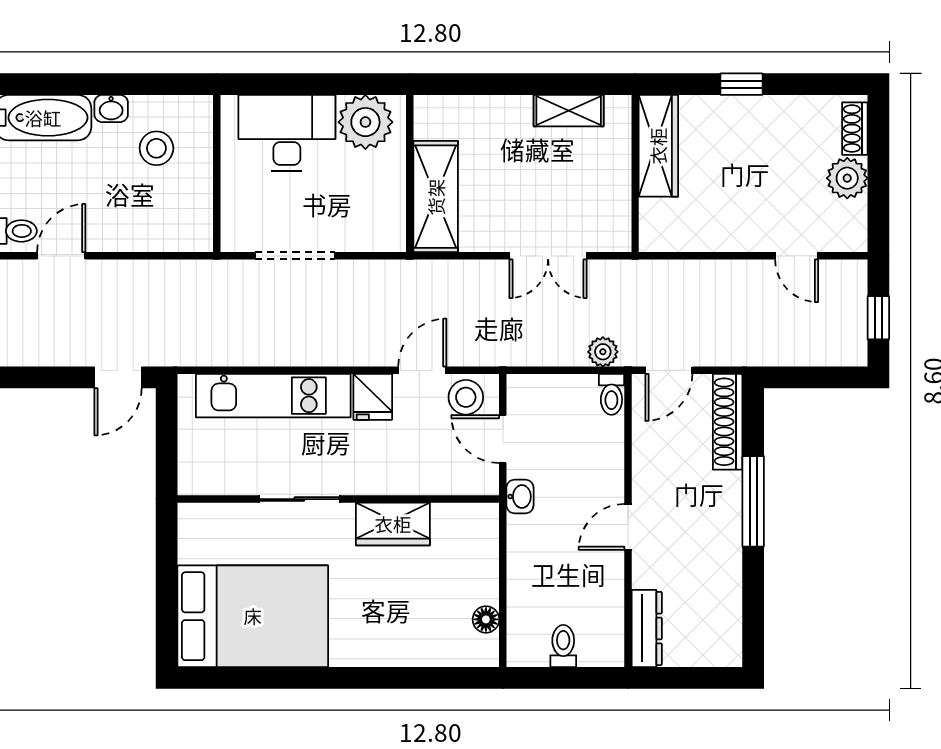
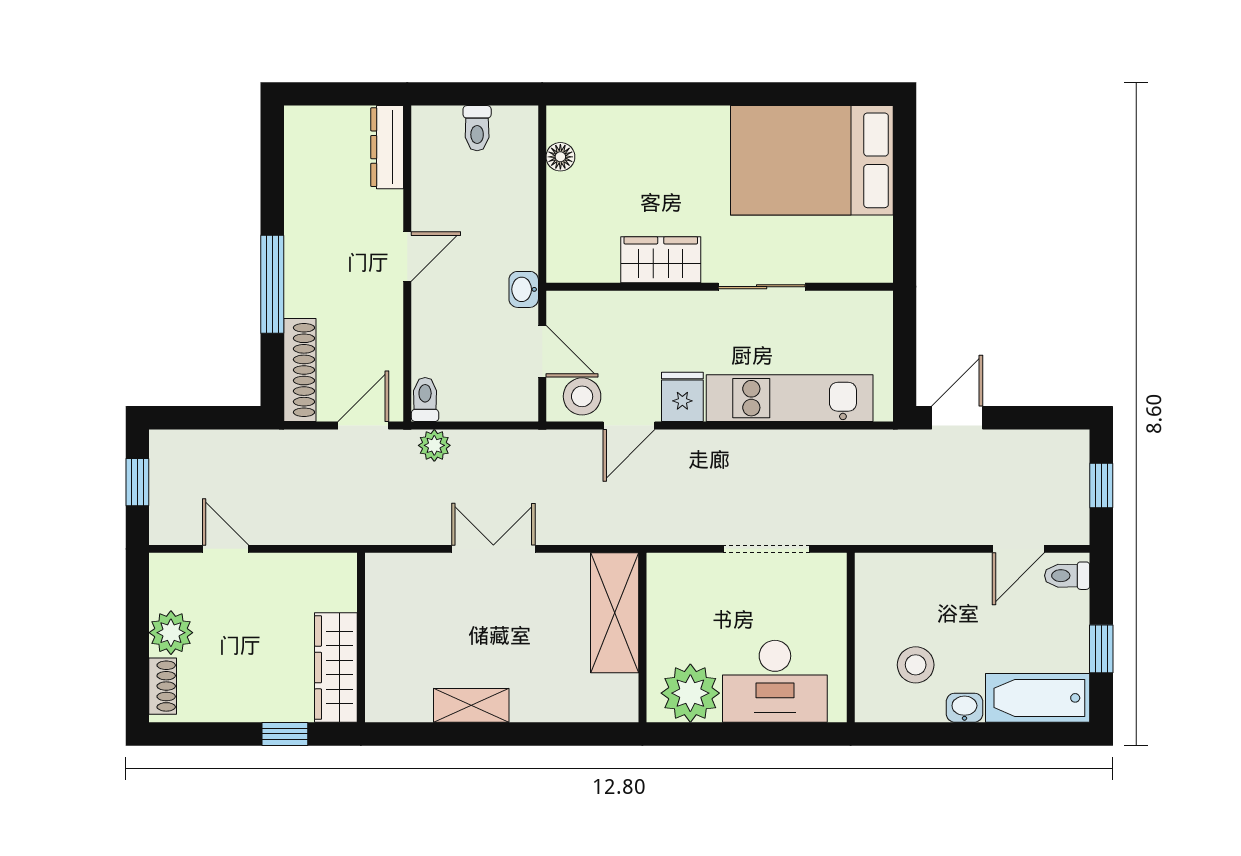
wardrobe: (658, 146) -> (336, 668), moved
wall: (635, 174) -> (361, 638), moved

